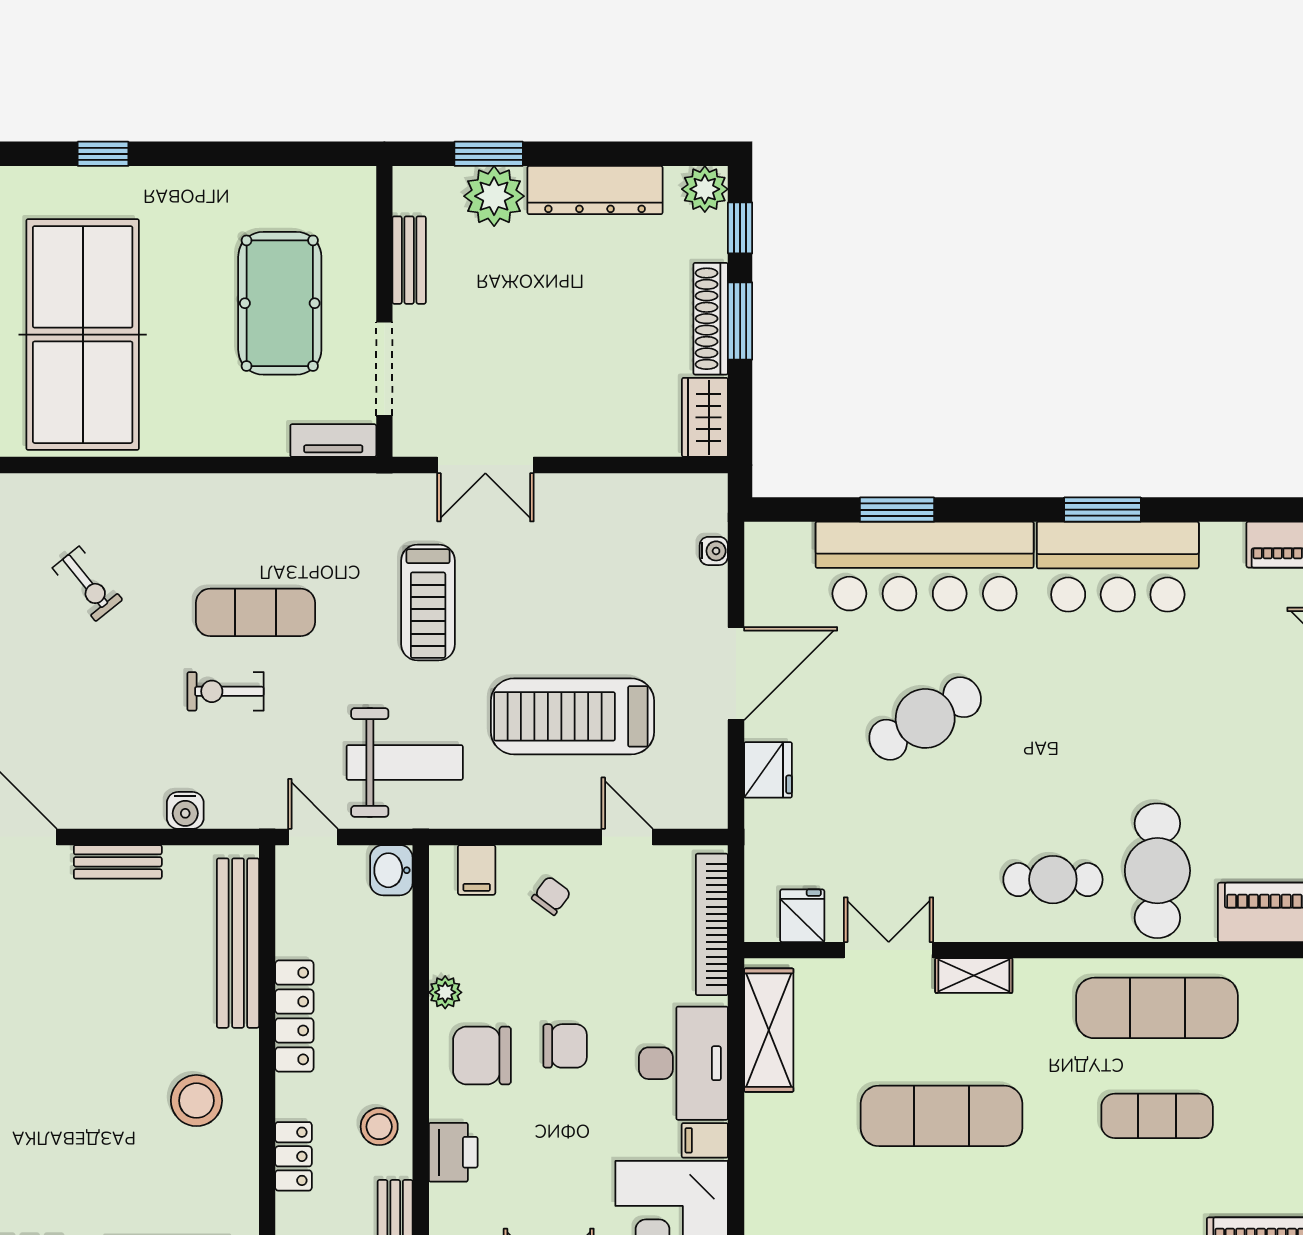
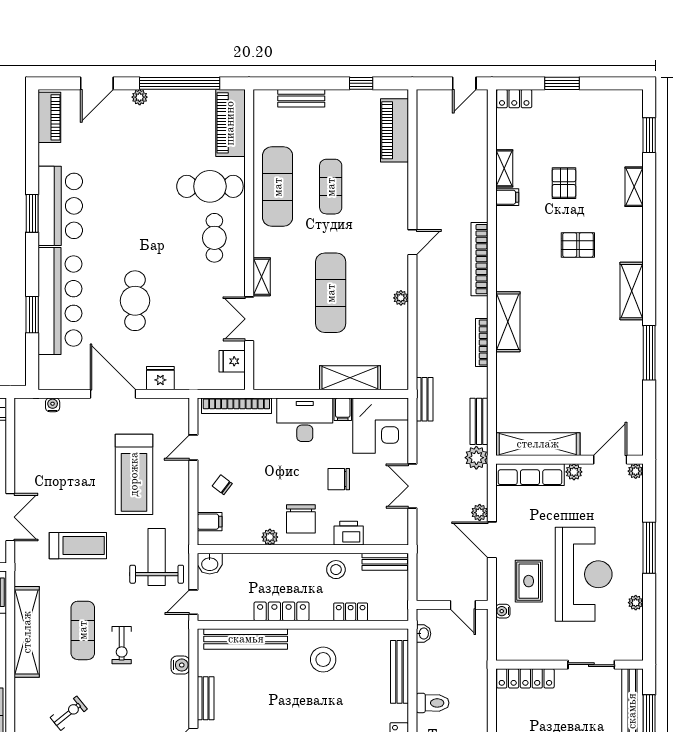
shelving: (253, 498) -> (27, 632), added
cafe table: (925, 718) -> (135, 301), turned 30
shelving: (769, 1030) -> (350, 378), moved
chair: (565, 1046) -> (339, 479), moved, turned -90

